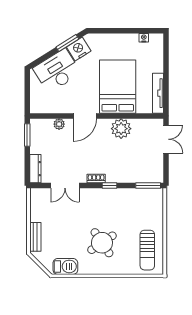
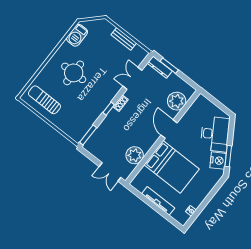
tv unit: (158, 93) -> (158, 201), moved
plant: (59, 124) -> (177, 101), width x1.88, depth x1.88
plant: (121, 129) -> (135, 155), moved
window: (27, 135) -> (169, 66), moved
bench: (35, 237) -> (124, 39), moved
round table: (102, 243) -> (74, 73), turned 33

